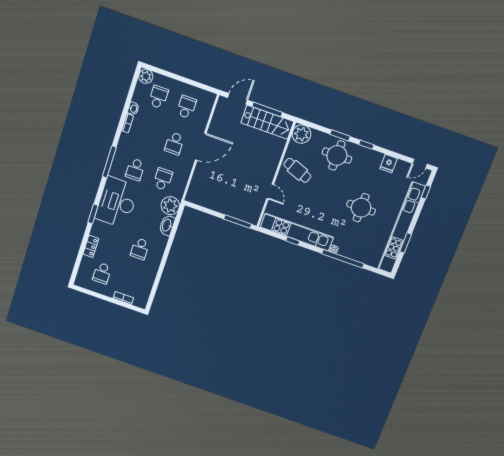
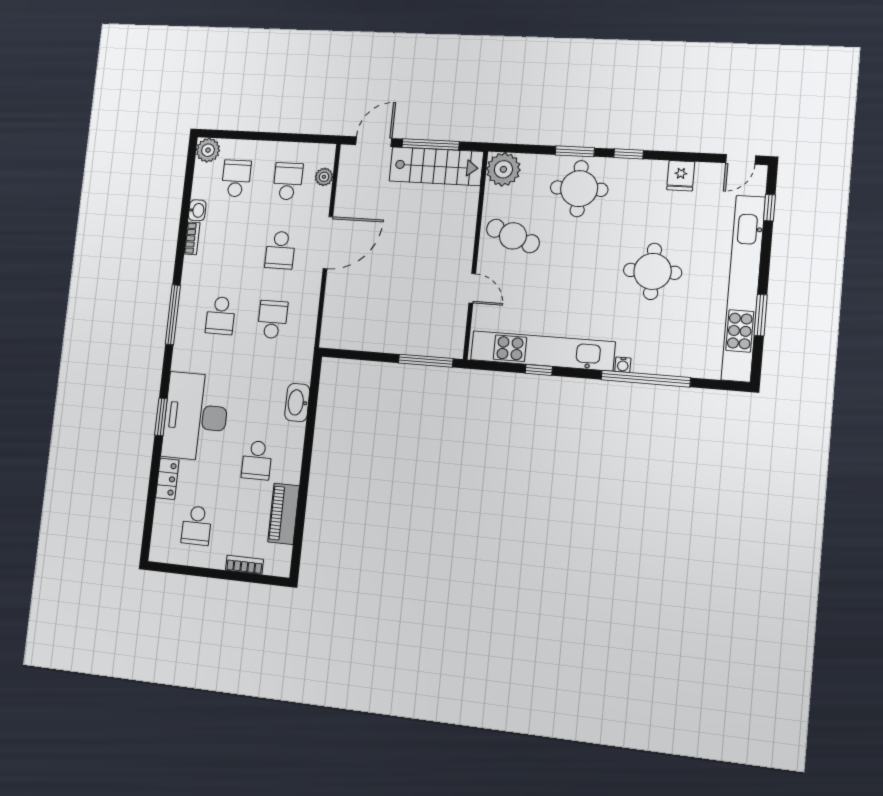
desk: (117, 202) -> (195, 417), moved
plant: (170, 206) -> (324, 177), moved, width x0.53, depth x0.53
piano: (148, 278) -> (284, 514), added

